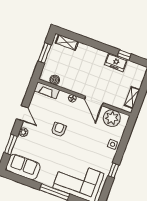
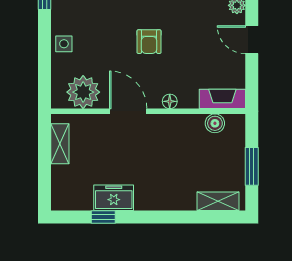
armchair: (59, 129) -> (149, 42), moved

